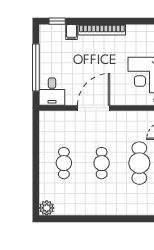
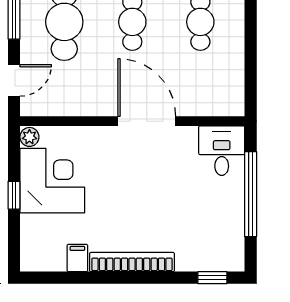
filing cabinet: (71, 32) -> (77, 258), moved
door: (94, 108) -> (147, 121), swing flipped

